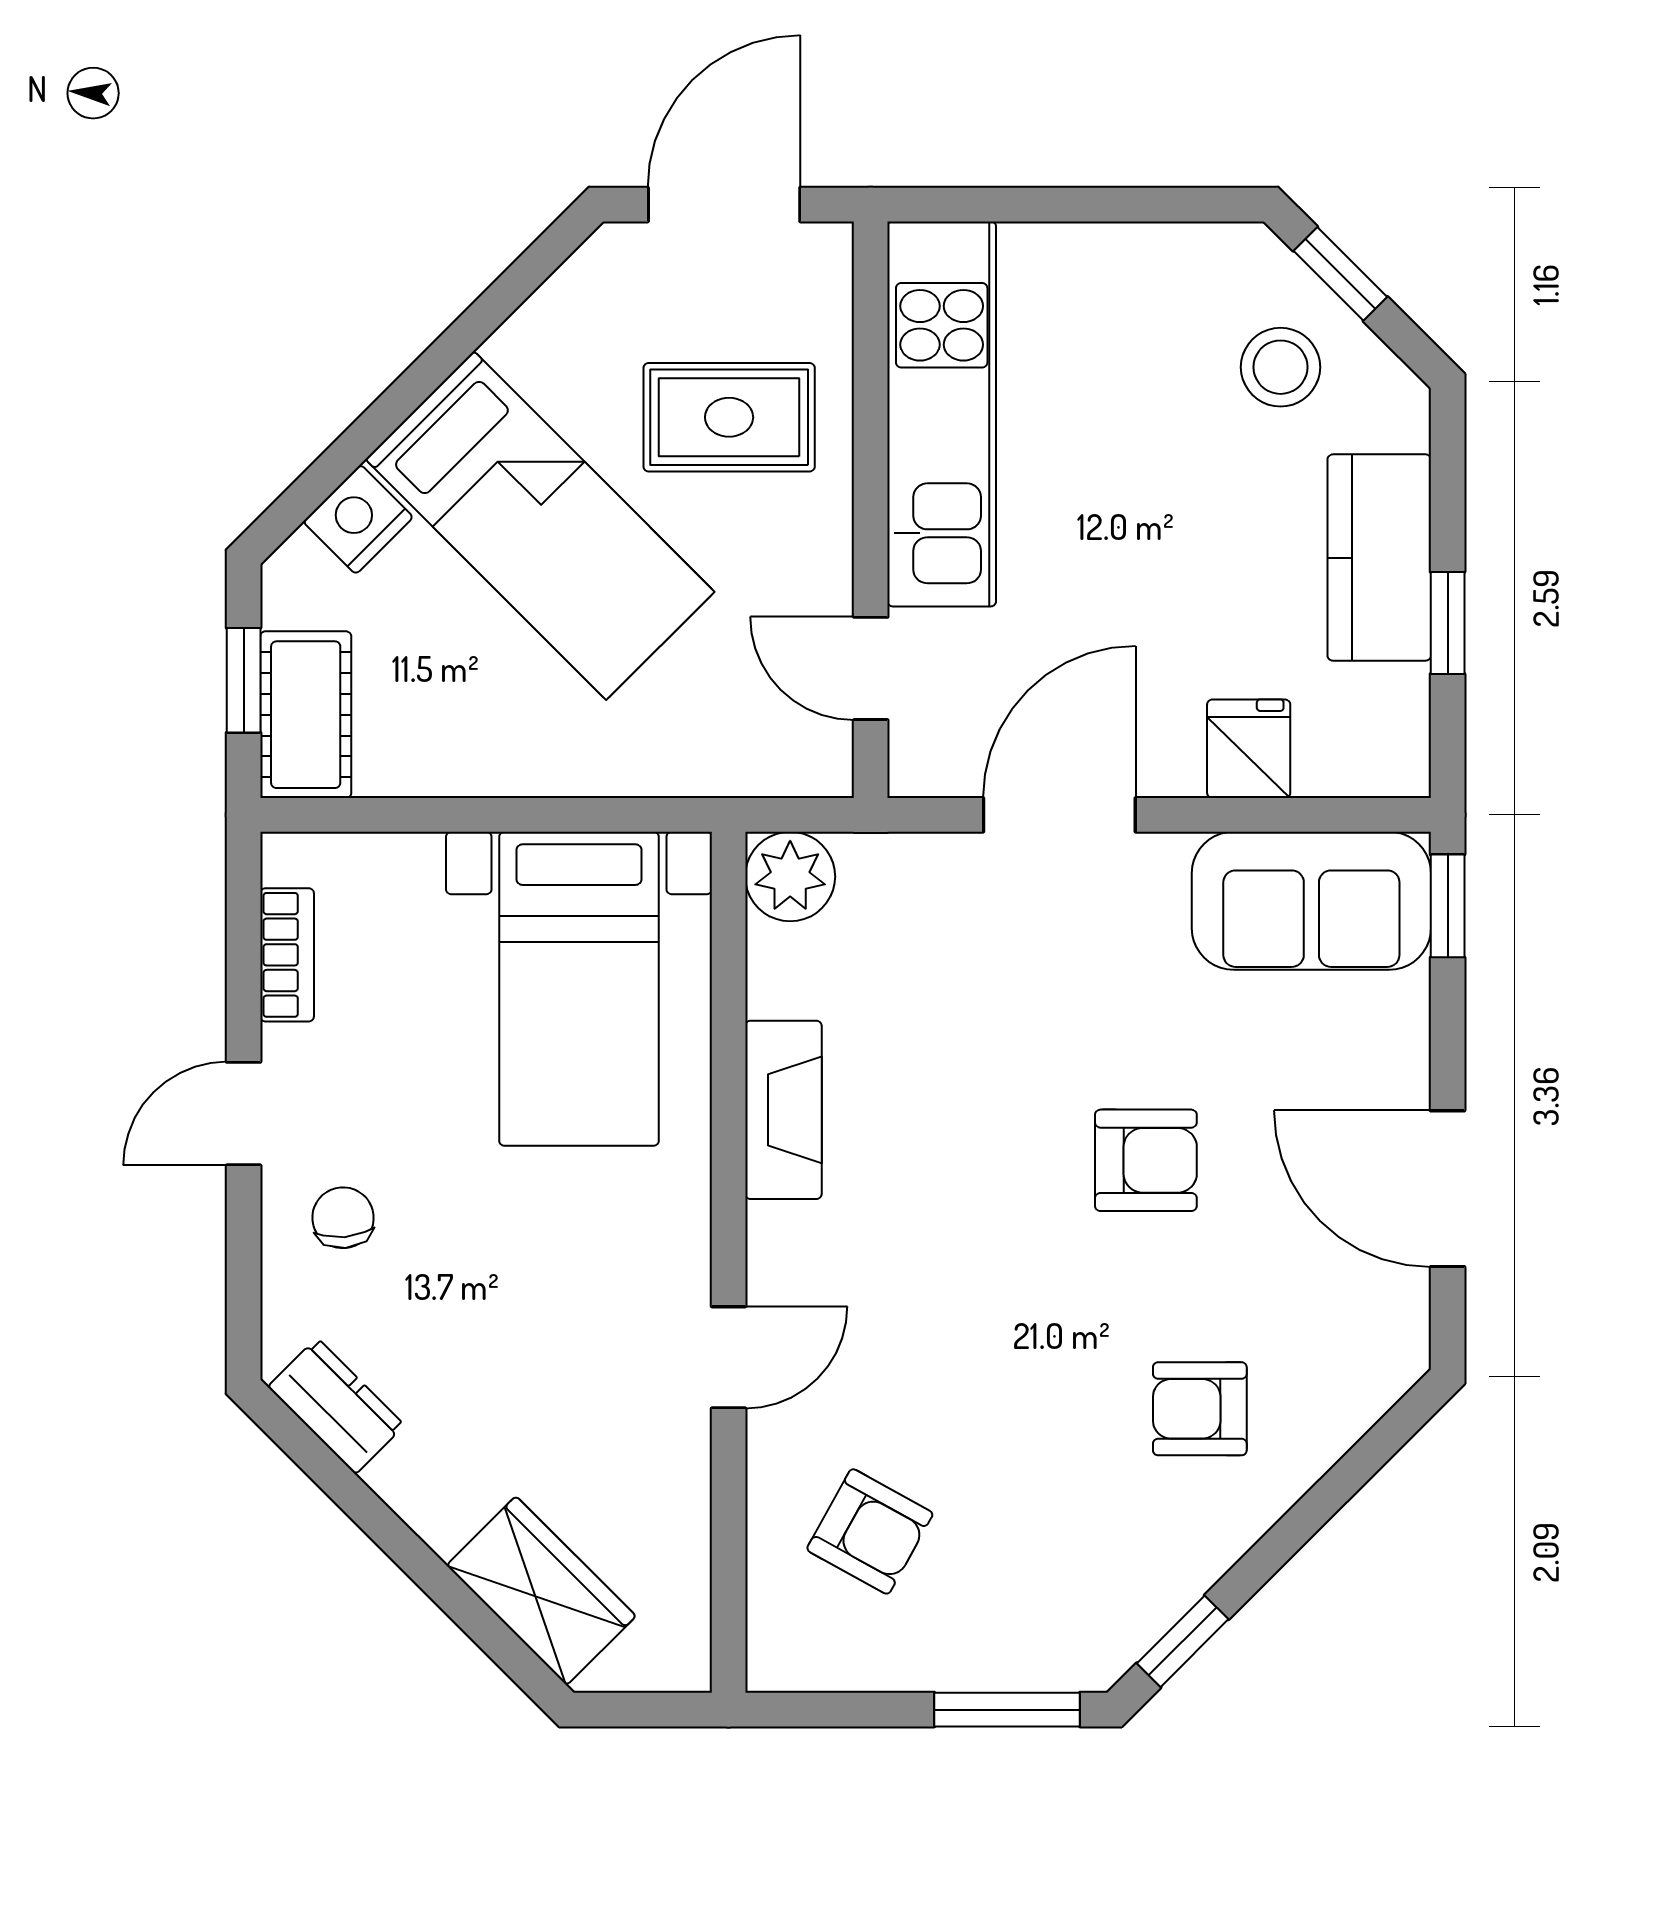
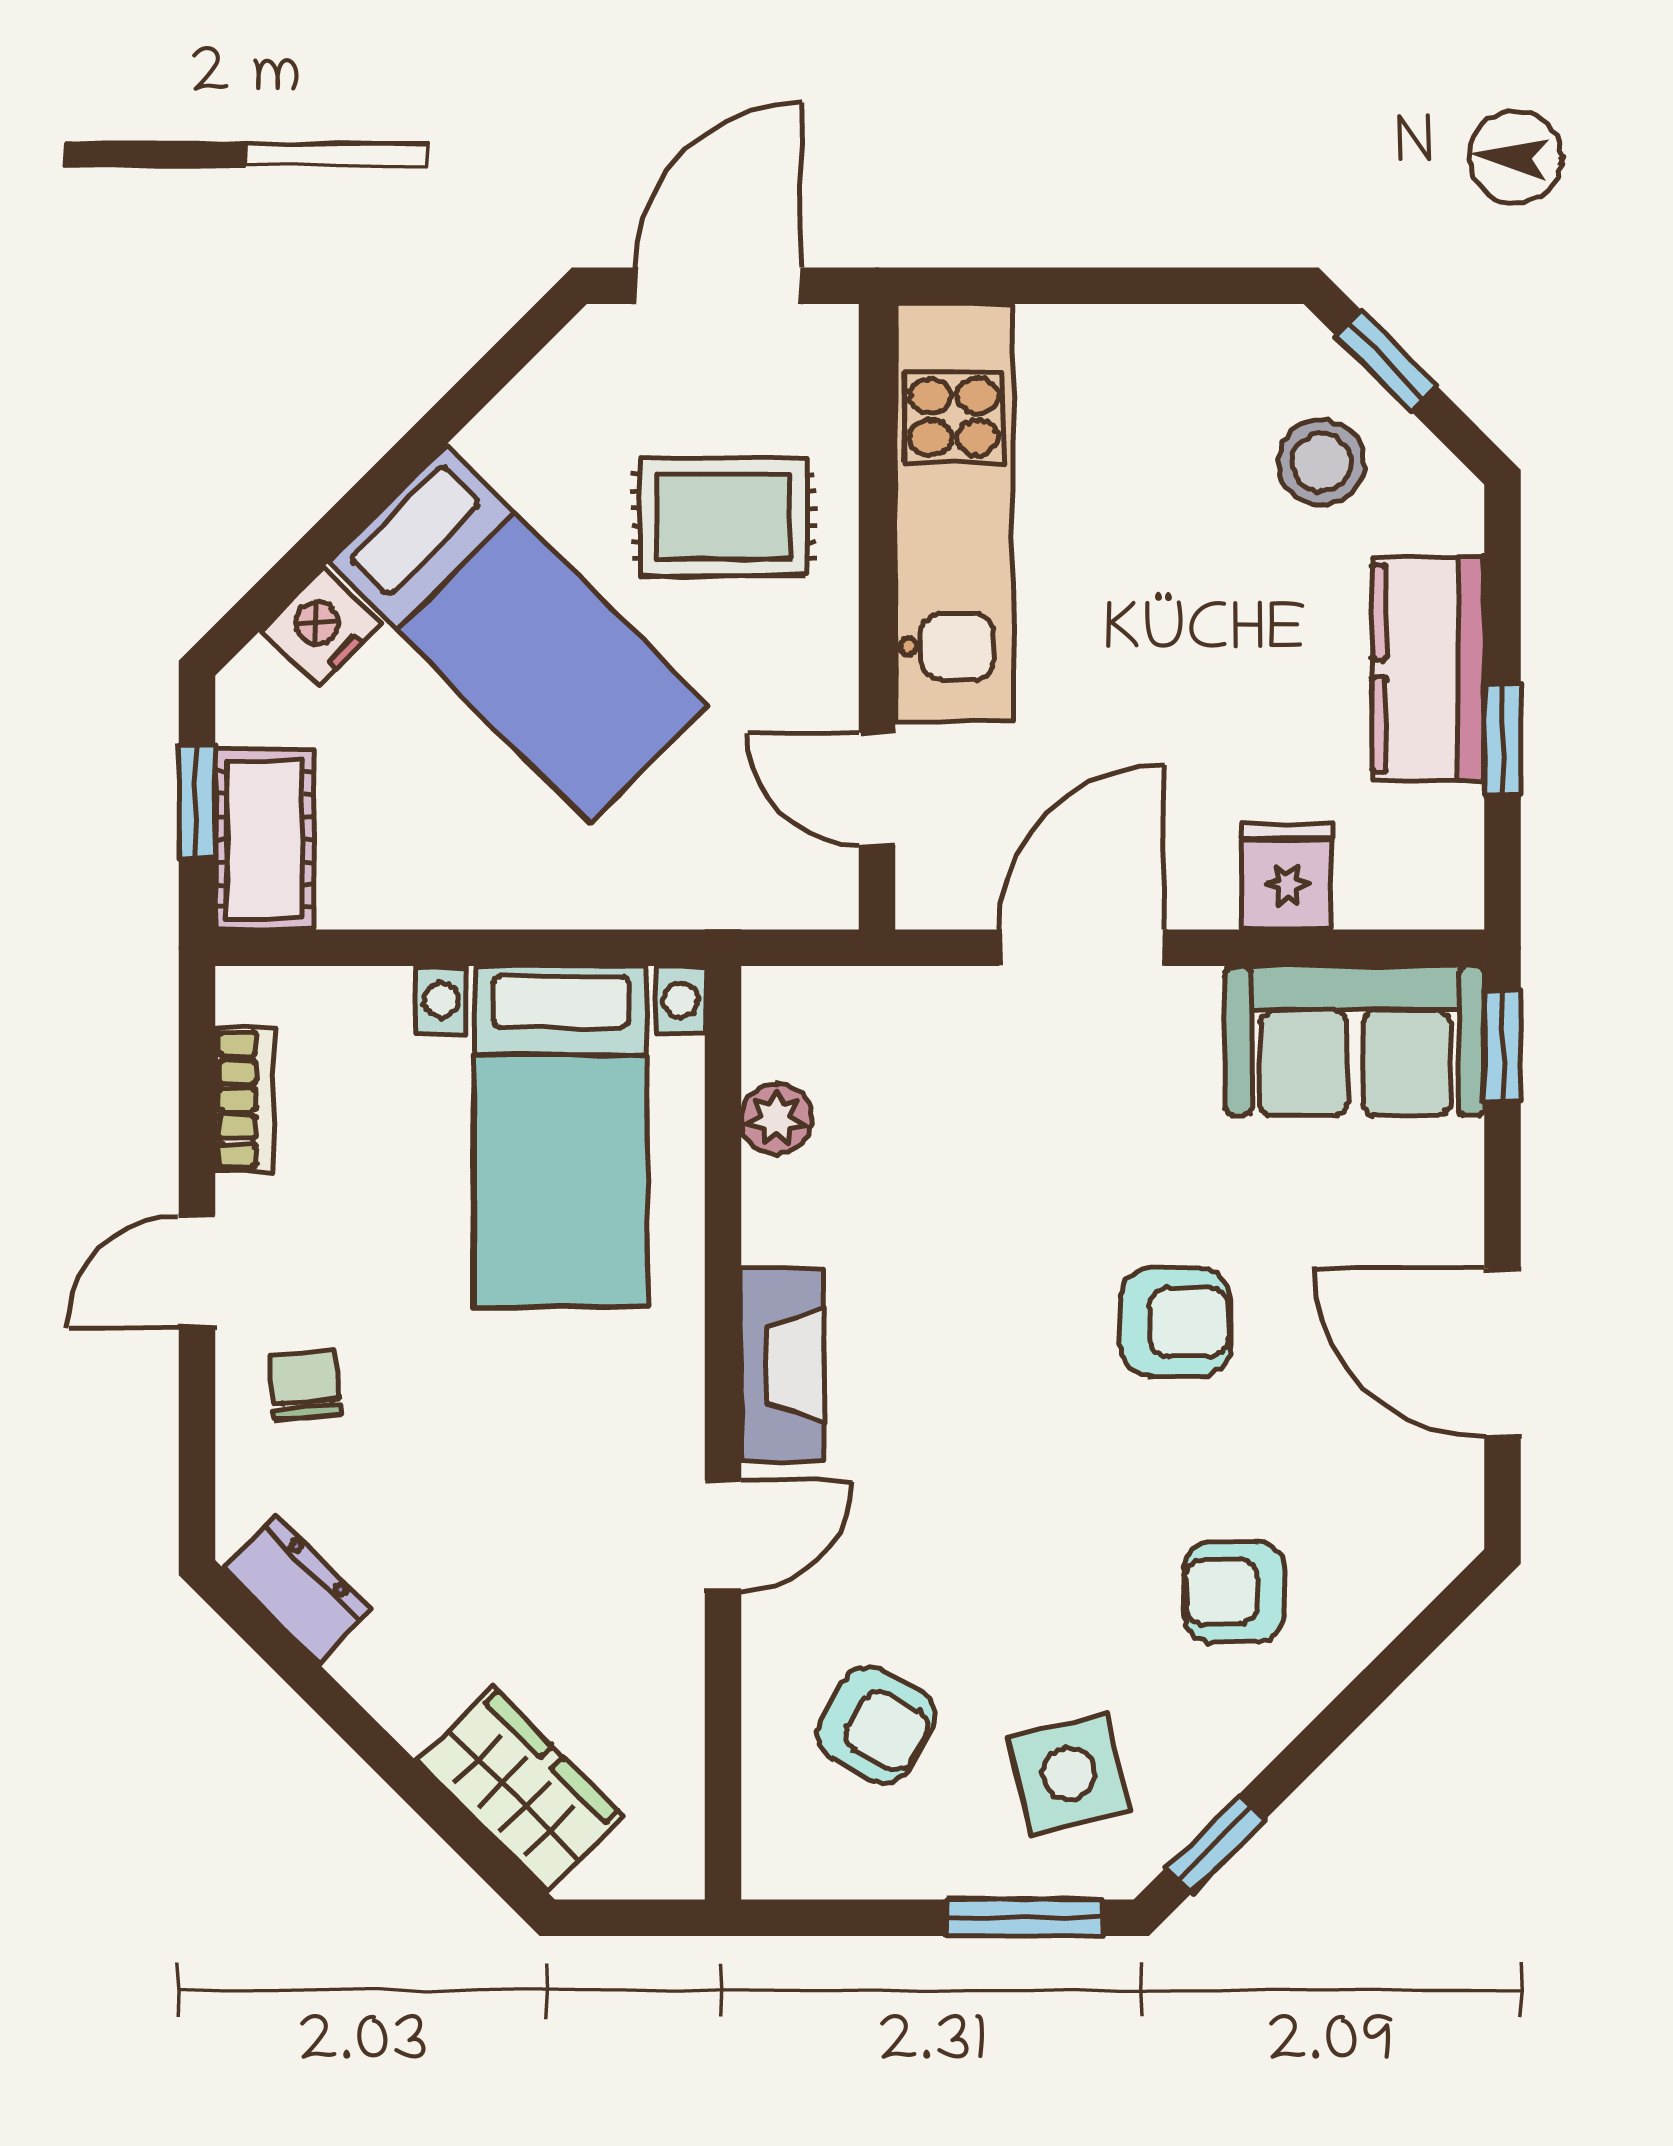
plant: (790, 877) -> (776, 1119), moved, width x0.73, depth x0.73
fireplace: (783, 1110) -> (782, 1365), moved
side table: (1047, 1577) -> (1069, 1774), added

